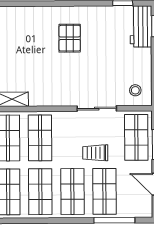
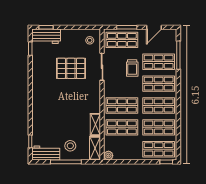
pallet: (70, 38) -> (71, 68), moved, width x1.50, depth x1.42

